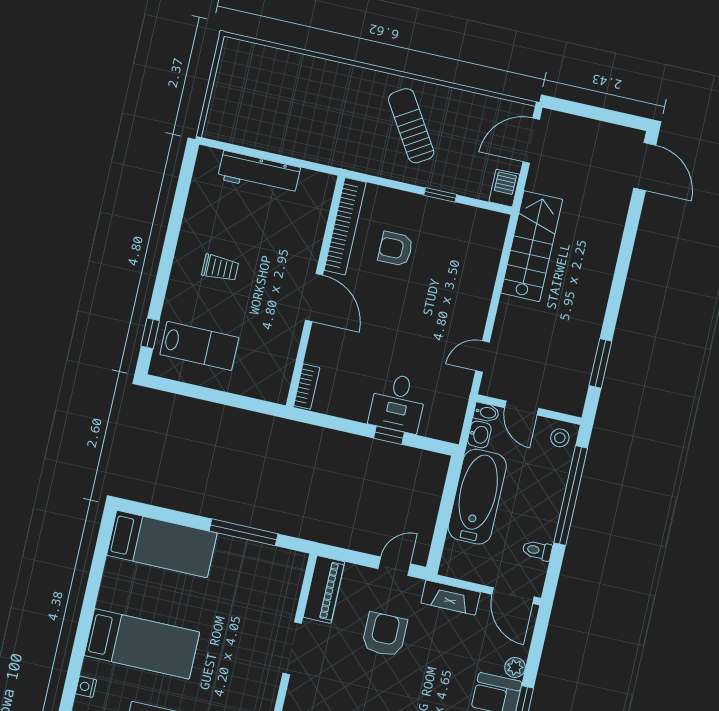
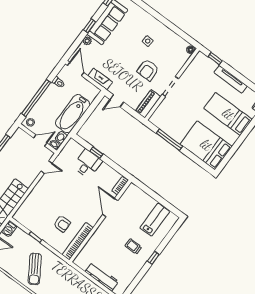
door: (314, 298) -> (110, 208), moved
window: (150, 333) -> (153, 258), moved
lab bench: (199, 346) -> (155, 220), turned 90
door: (522, 408) -> (40, 140), hinge flipped
bed: (162, 544) -> (206, 145), width x1.50
armchair: (384, 635) -> (148, 70), moved

